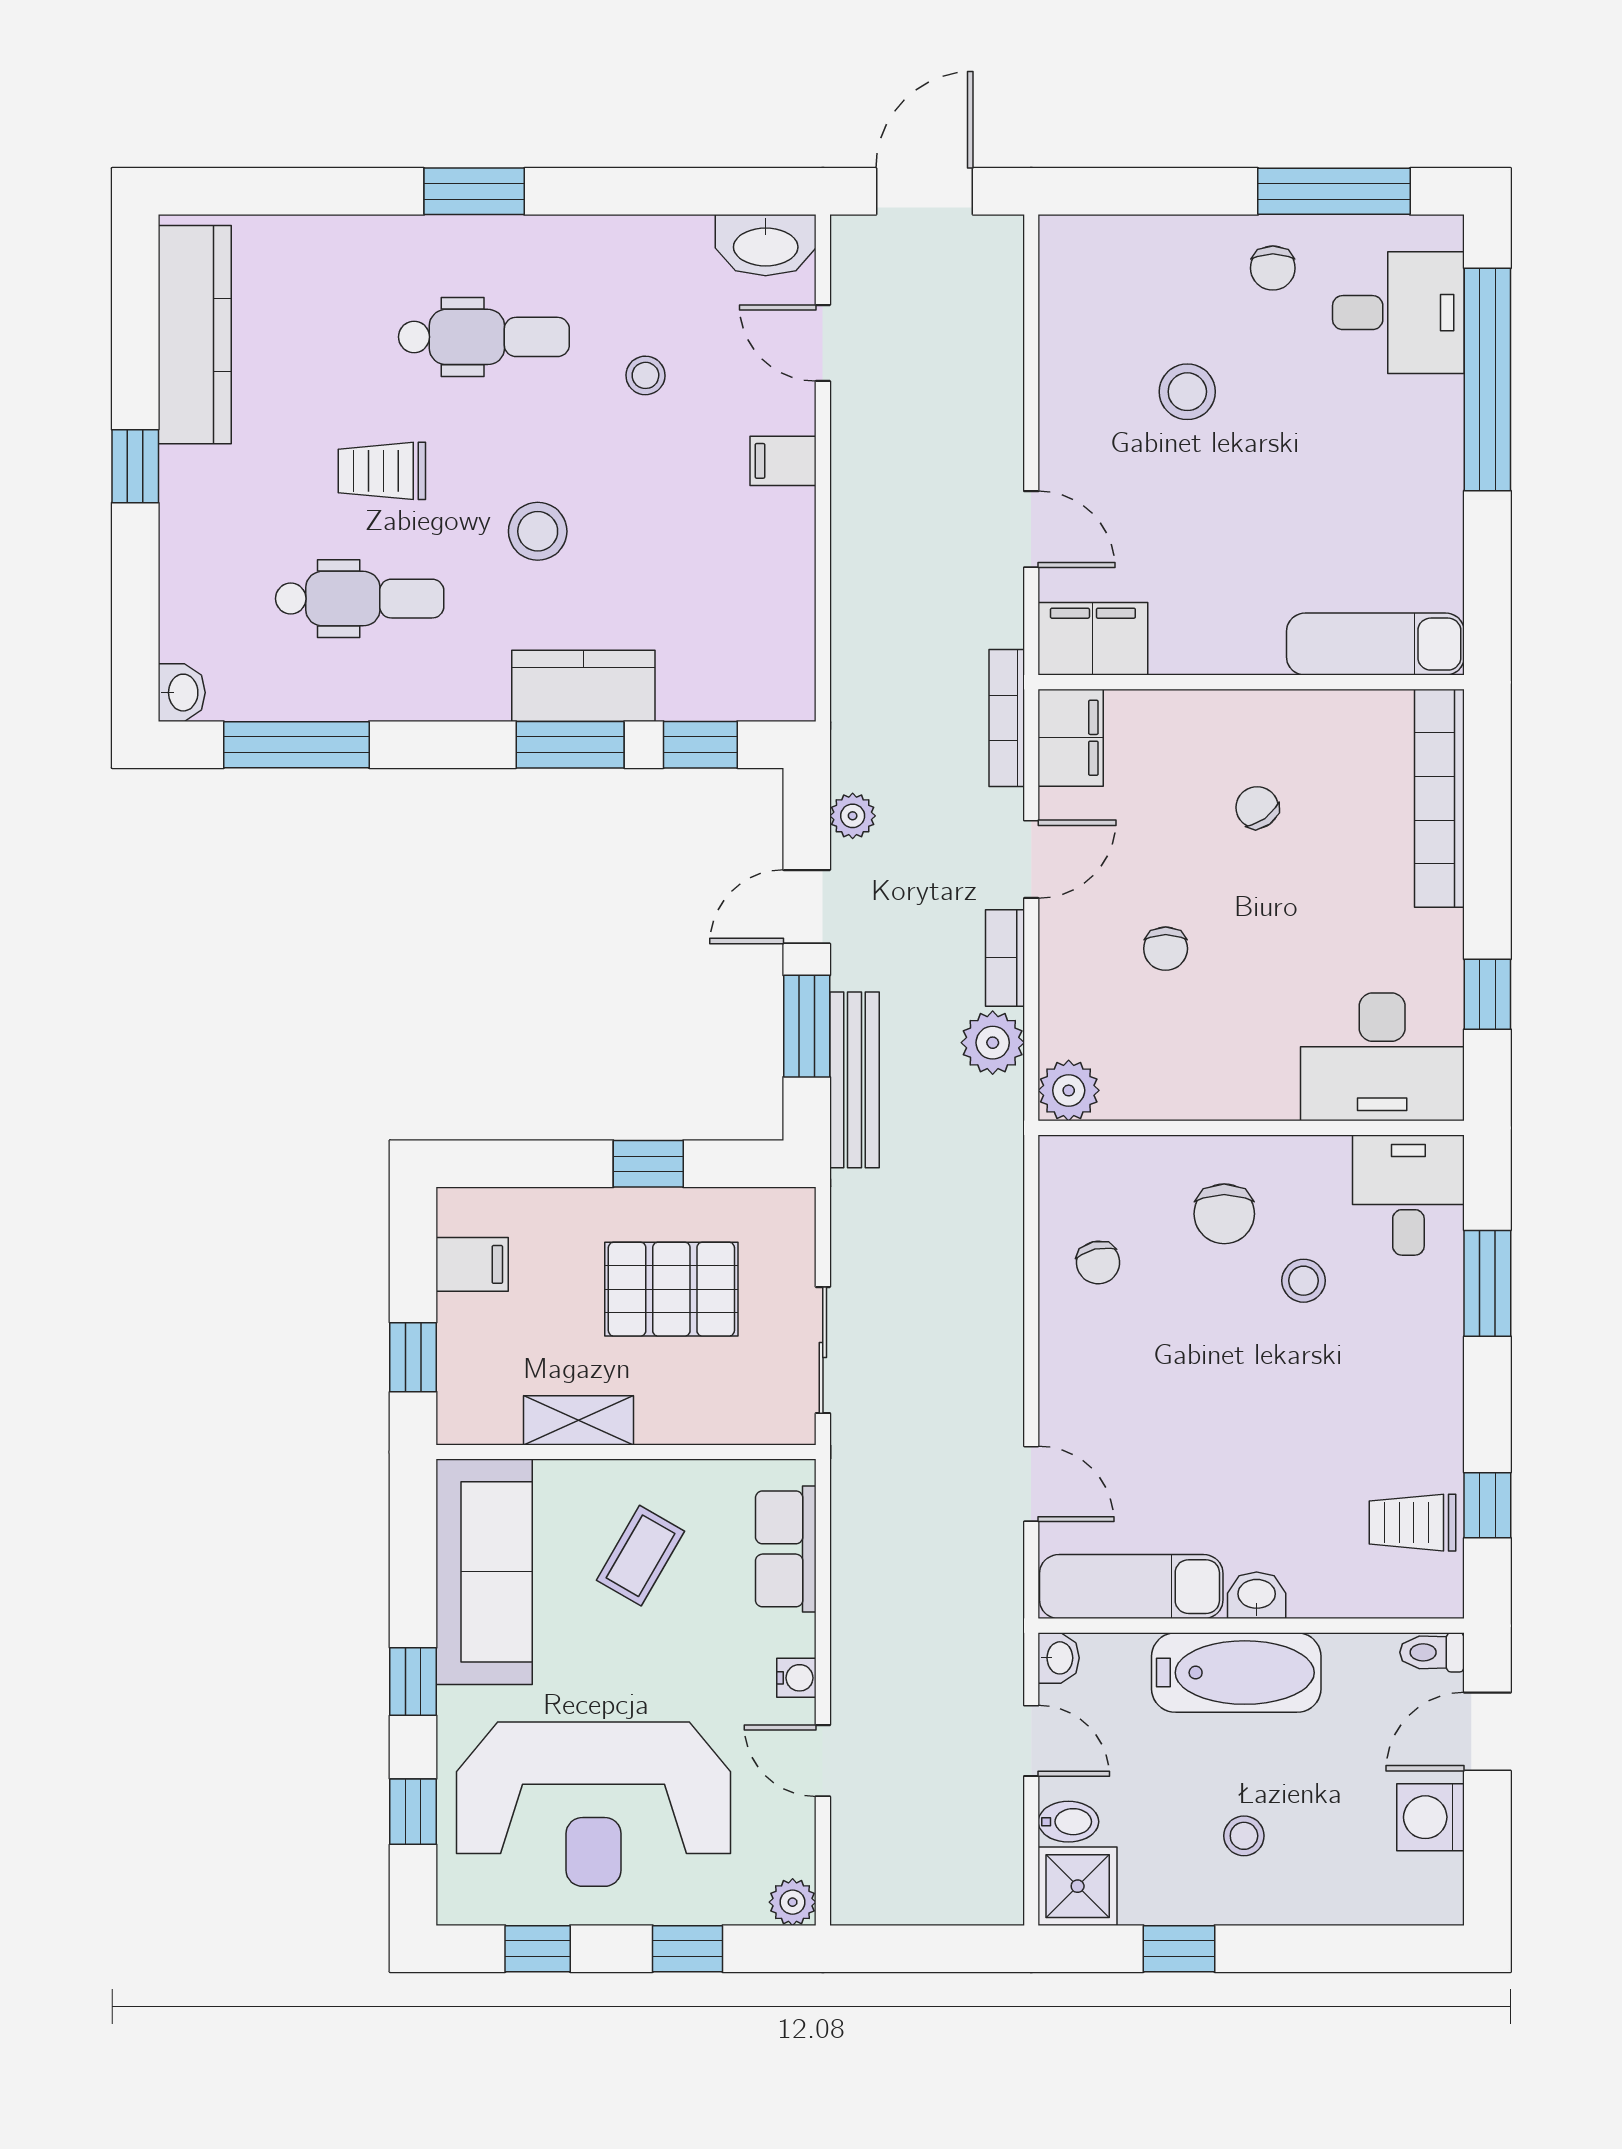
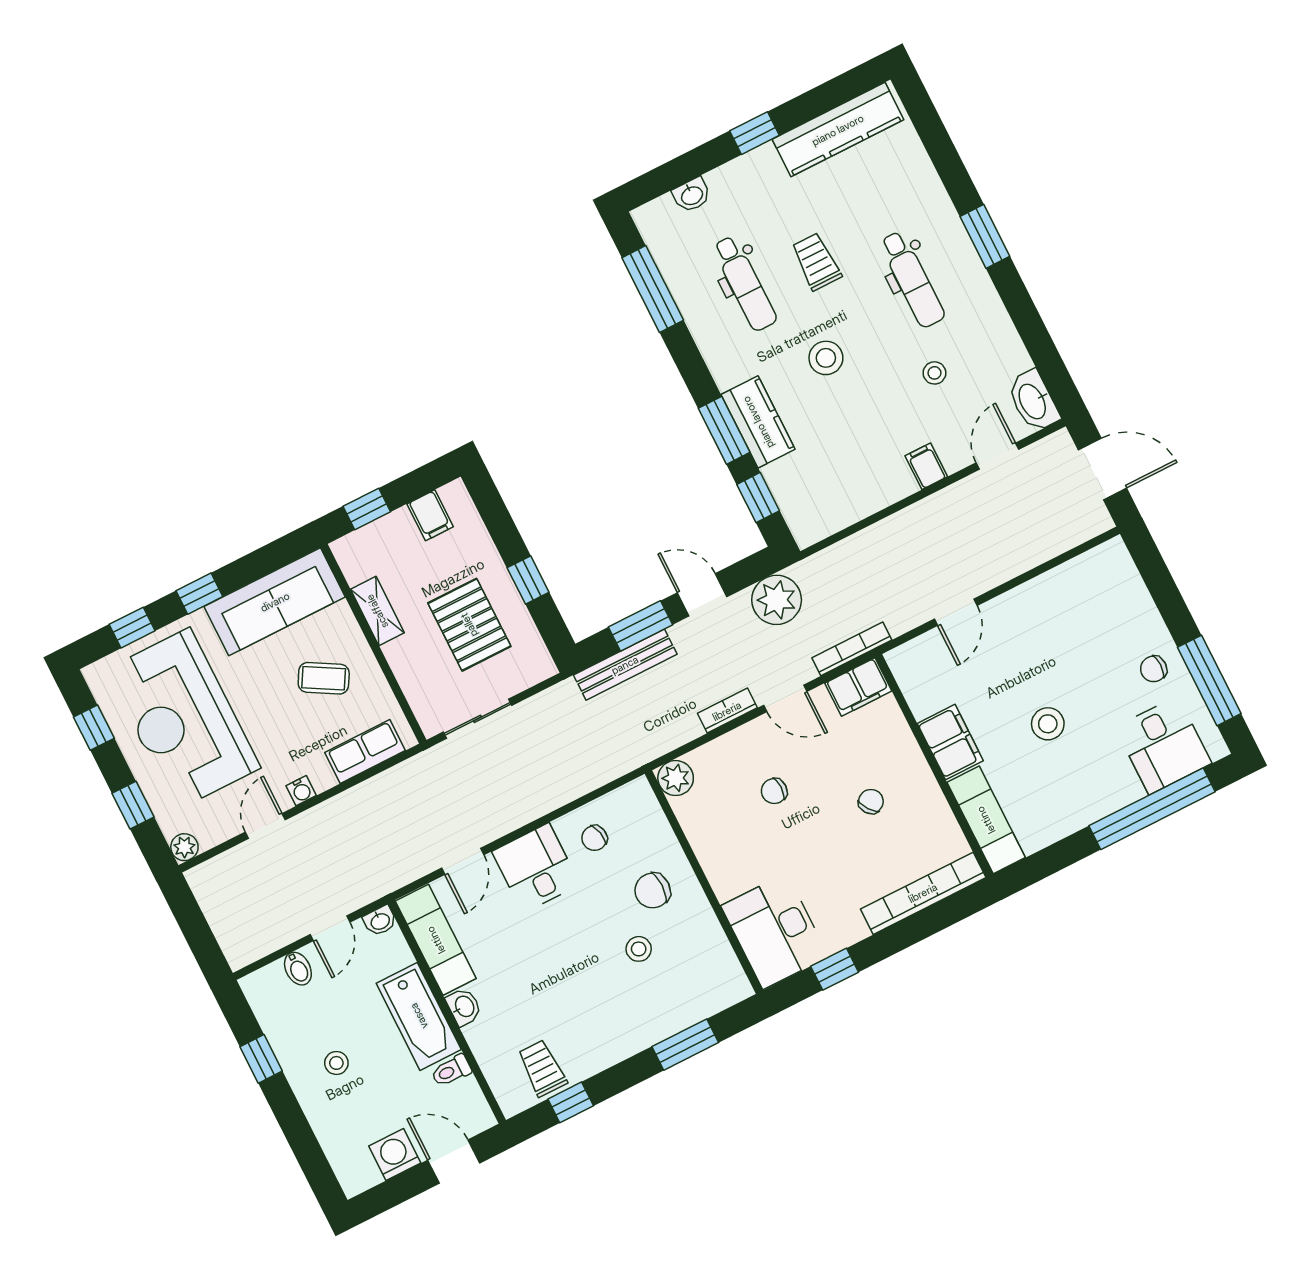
stool: (1187, 392) -> (1048, 724), moved
filing cabinet: (1093, 639) -> (950, 742), moved
washbasin: (182, 693) -> (692, 195), moved
plant: (853, 816) -> (777, 600), width x1.88, depth x1.88
plant: (993, 1043) -> (680, 726), removed
desk: (1408, 1195) -> (536, 868), moved, turned -90
toilet: (1432, 1652) -> (451, 1071), moved, turned -90
shower: (1078, 1886) -> (267, 990), removed

